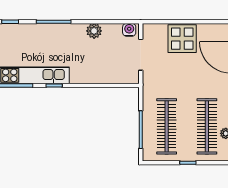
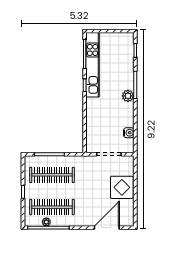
water cooler: (129, 30) -> (129, 133), moved
plant: (94, 31) -> (128, 96), moved

